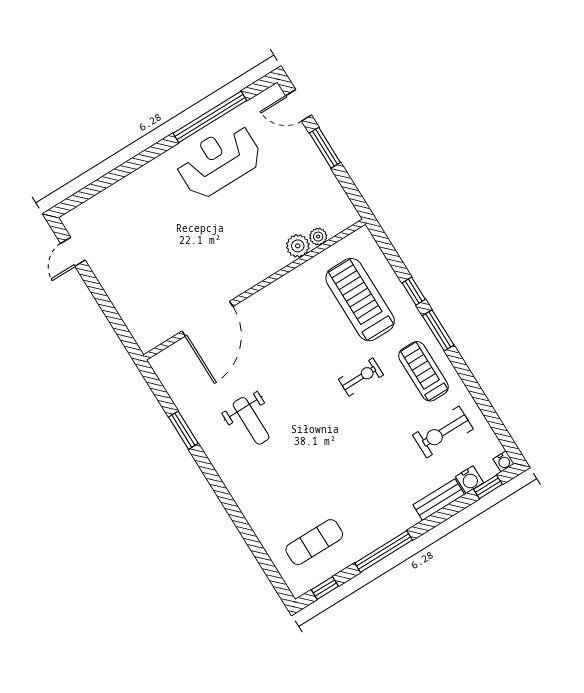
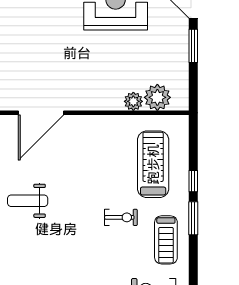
plant: (318, 237) -> (157, 97), width x1.88, depth x1.88
treadmill: (423, 371) -> (166, 240), turned 180
weight bench: (251, 421) -> (28, 201), turned 90

